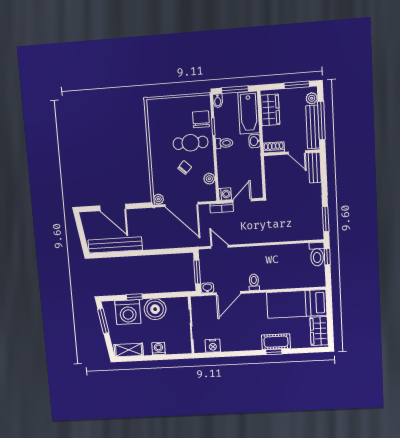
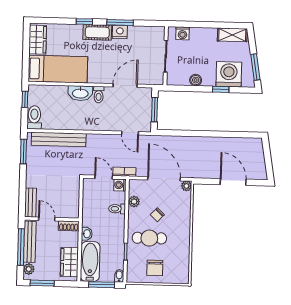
chair: (201, 119) -> (155, 268), moved
toilet: (224, 143) -> (117, 209), moved
door: (242, 200) -> (104, 177), swing flipped
bench: (115, 245) -> (59, 139), moved
window: (327, 257) -> (25, 99), moved
washbasin: (207, 288) -> (80, 93), moved, width x1.91, depth x1.45
boiler: (155, 309) -> (196, 80), width x0.54, depth x0.54
cot: (276, 342) -> (97, 32), moved
nightstand: (213, 346) -> (120, 32), moved
washing machine: (159, 349) -> (183, 33), moved
window: (239, 354) -> (120, 22), added

